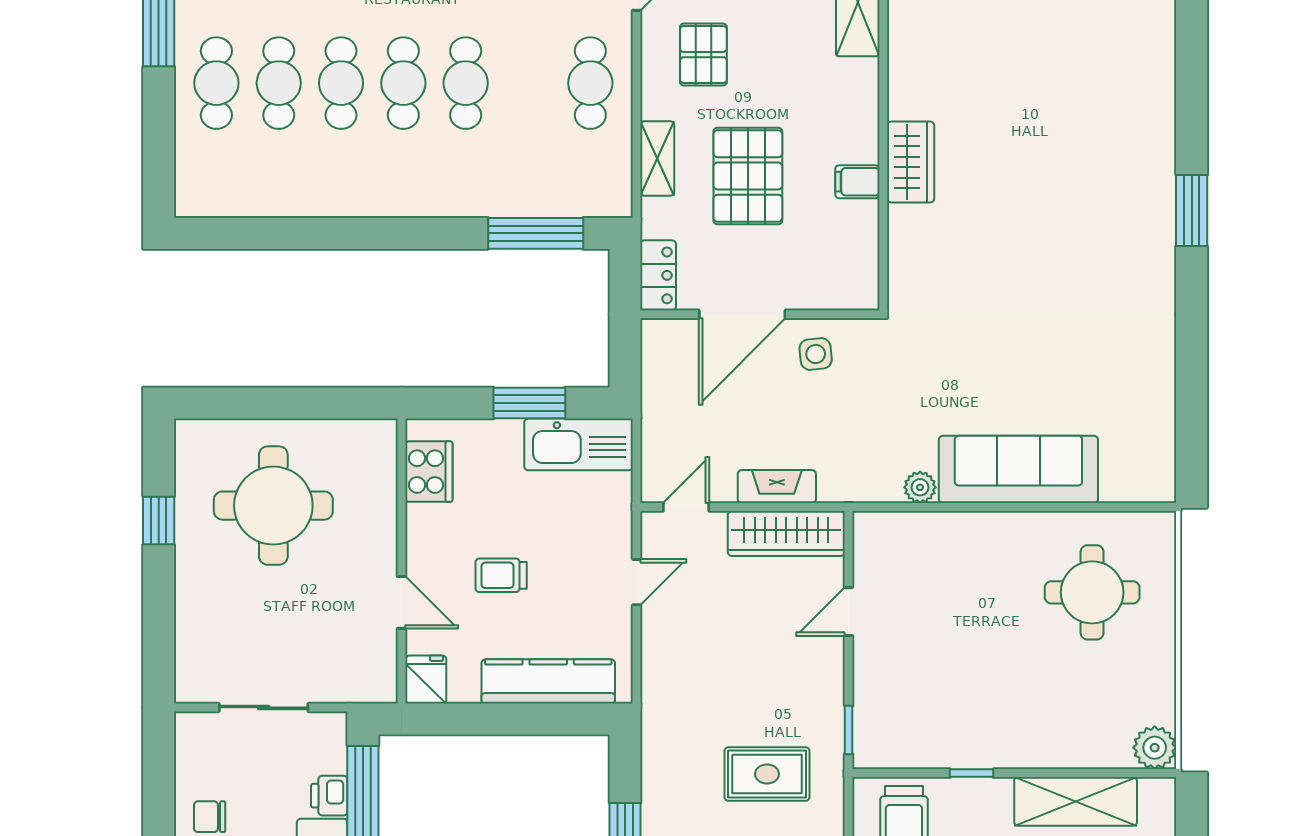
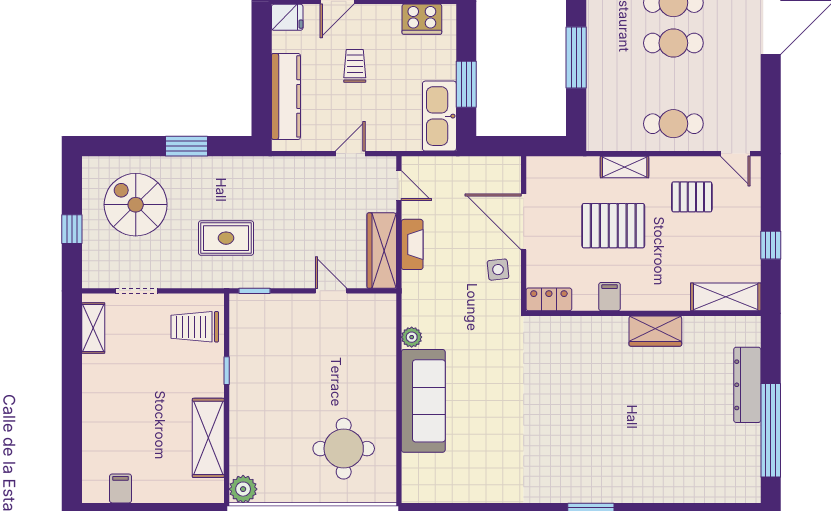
wardrobe: (911, 162) -> (655, 331), moved
window: (536, 233) -> (576, 57), moved
locker: (658, 275) -> (549, 299), moved, turned 180
door: (637, 582) -> (350, 154), swing flipped
rug: (767, 774) -> (226, 238), turned 90

